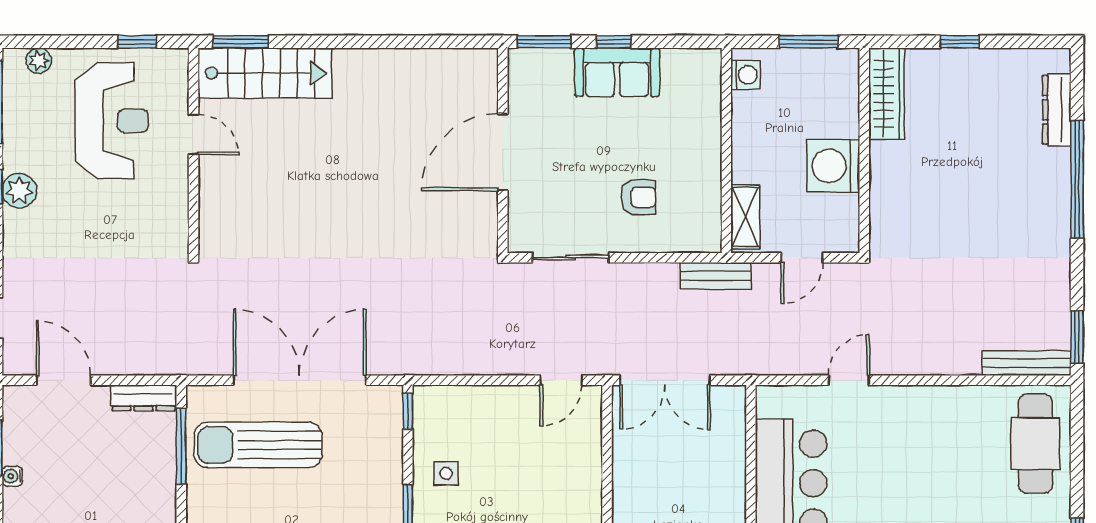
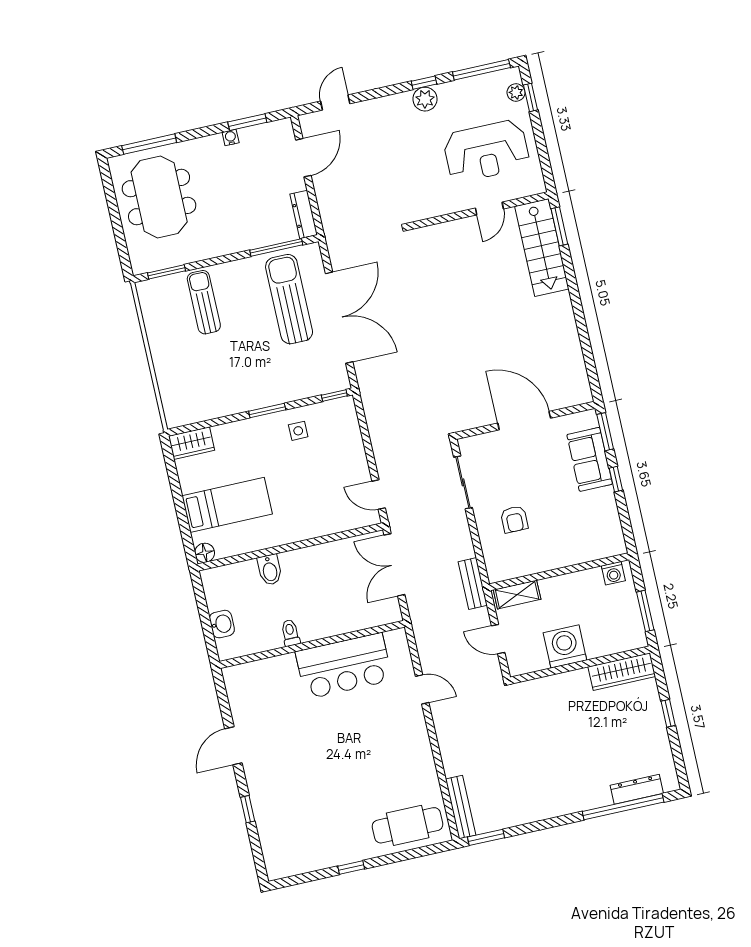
window: (137, 42) -> (531, 97), moved
sofa: (617, 72) -> (590, 459), moved
window: (1077, 180) -> (623, 807), moved

